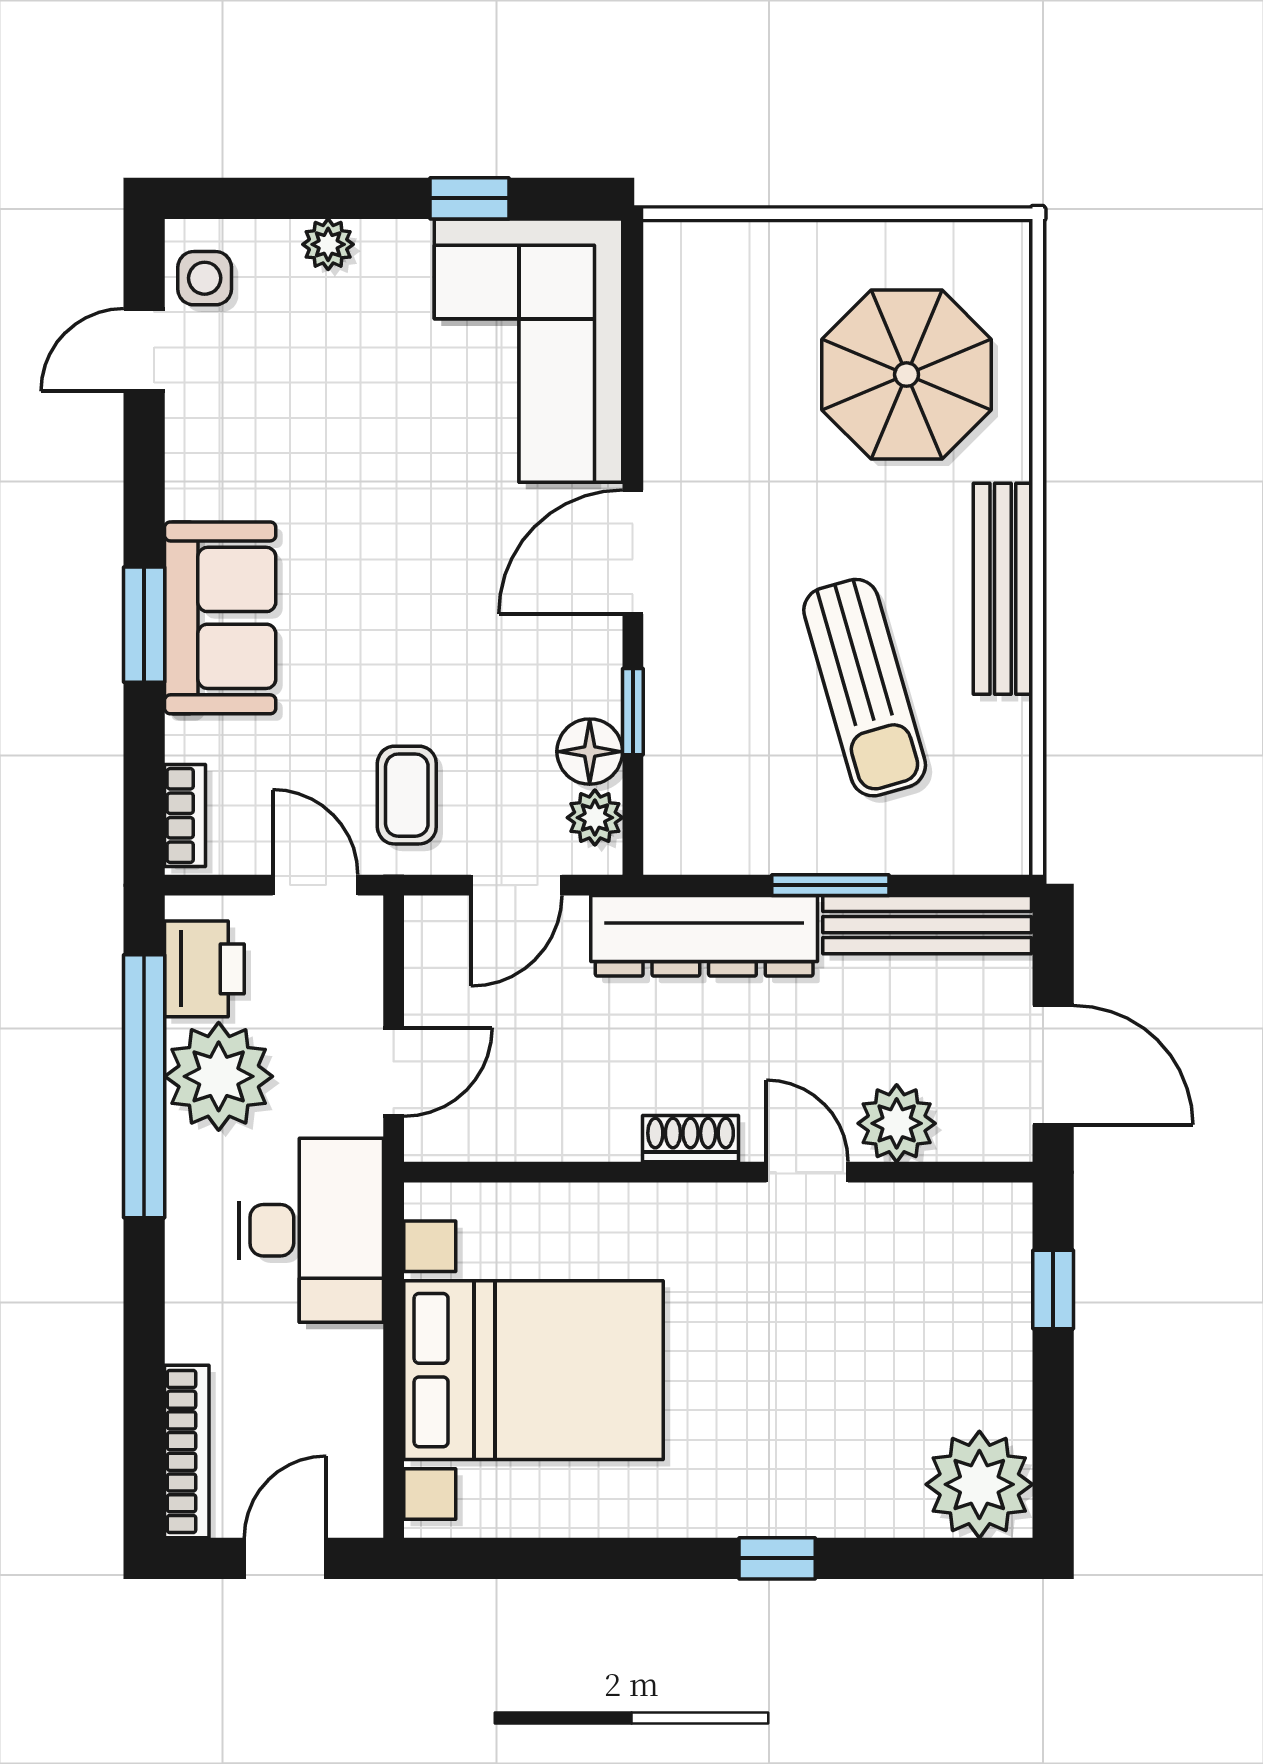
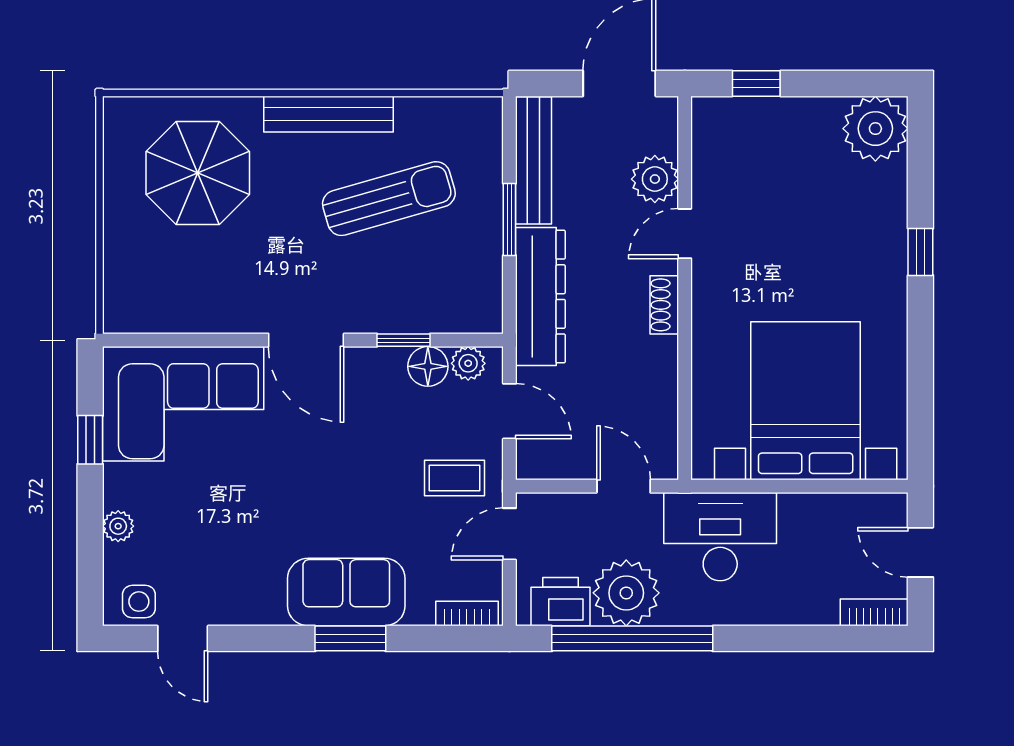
bookcase: (187, 1451) -> (874, 612), width x0.64

